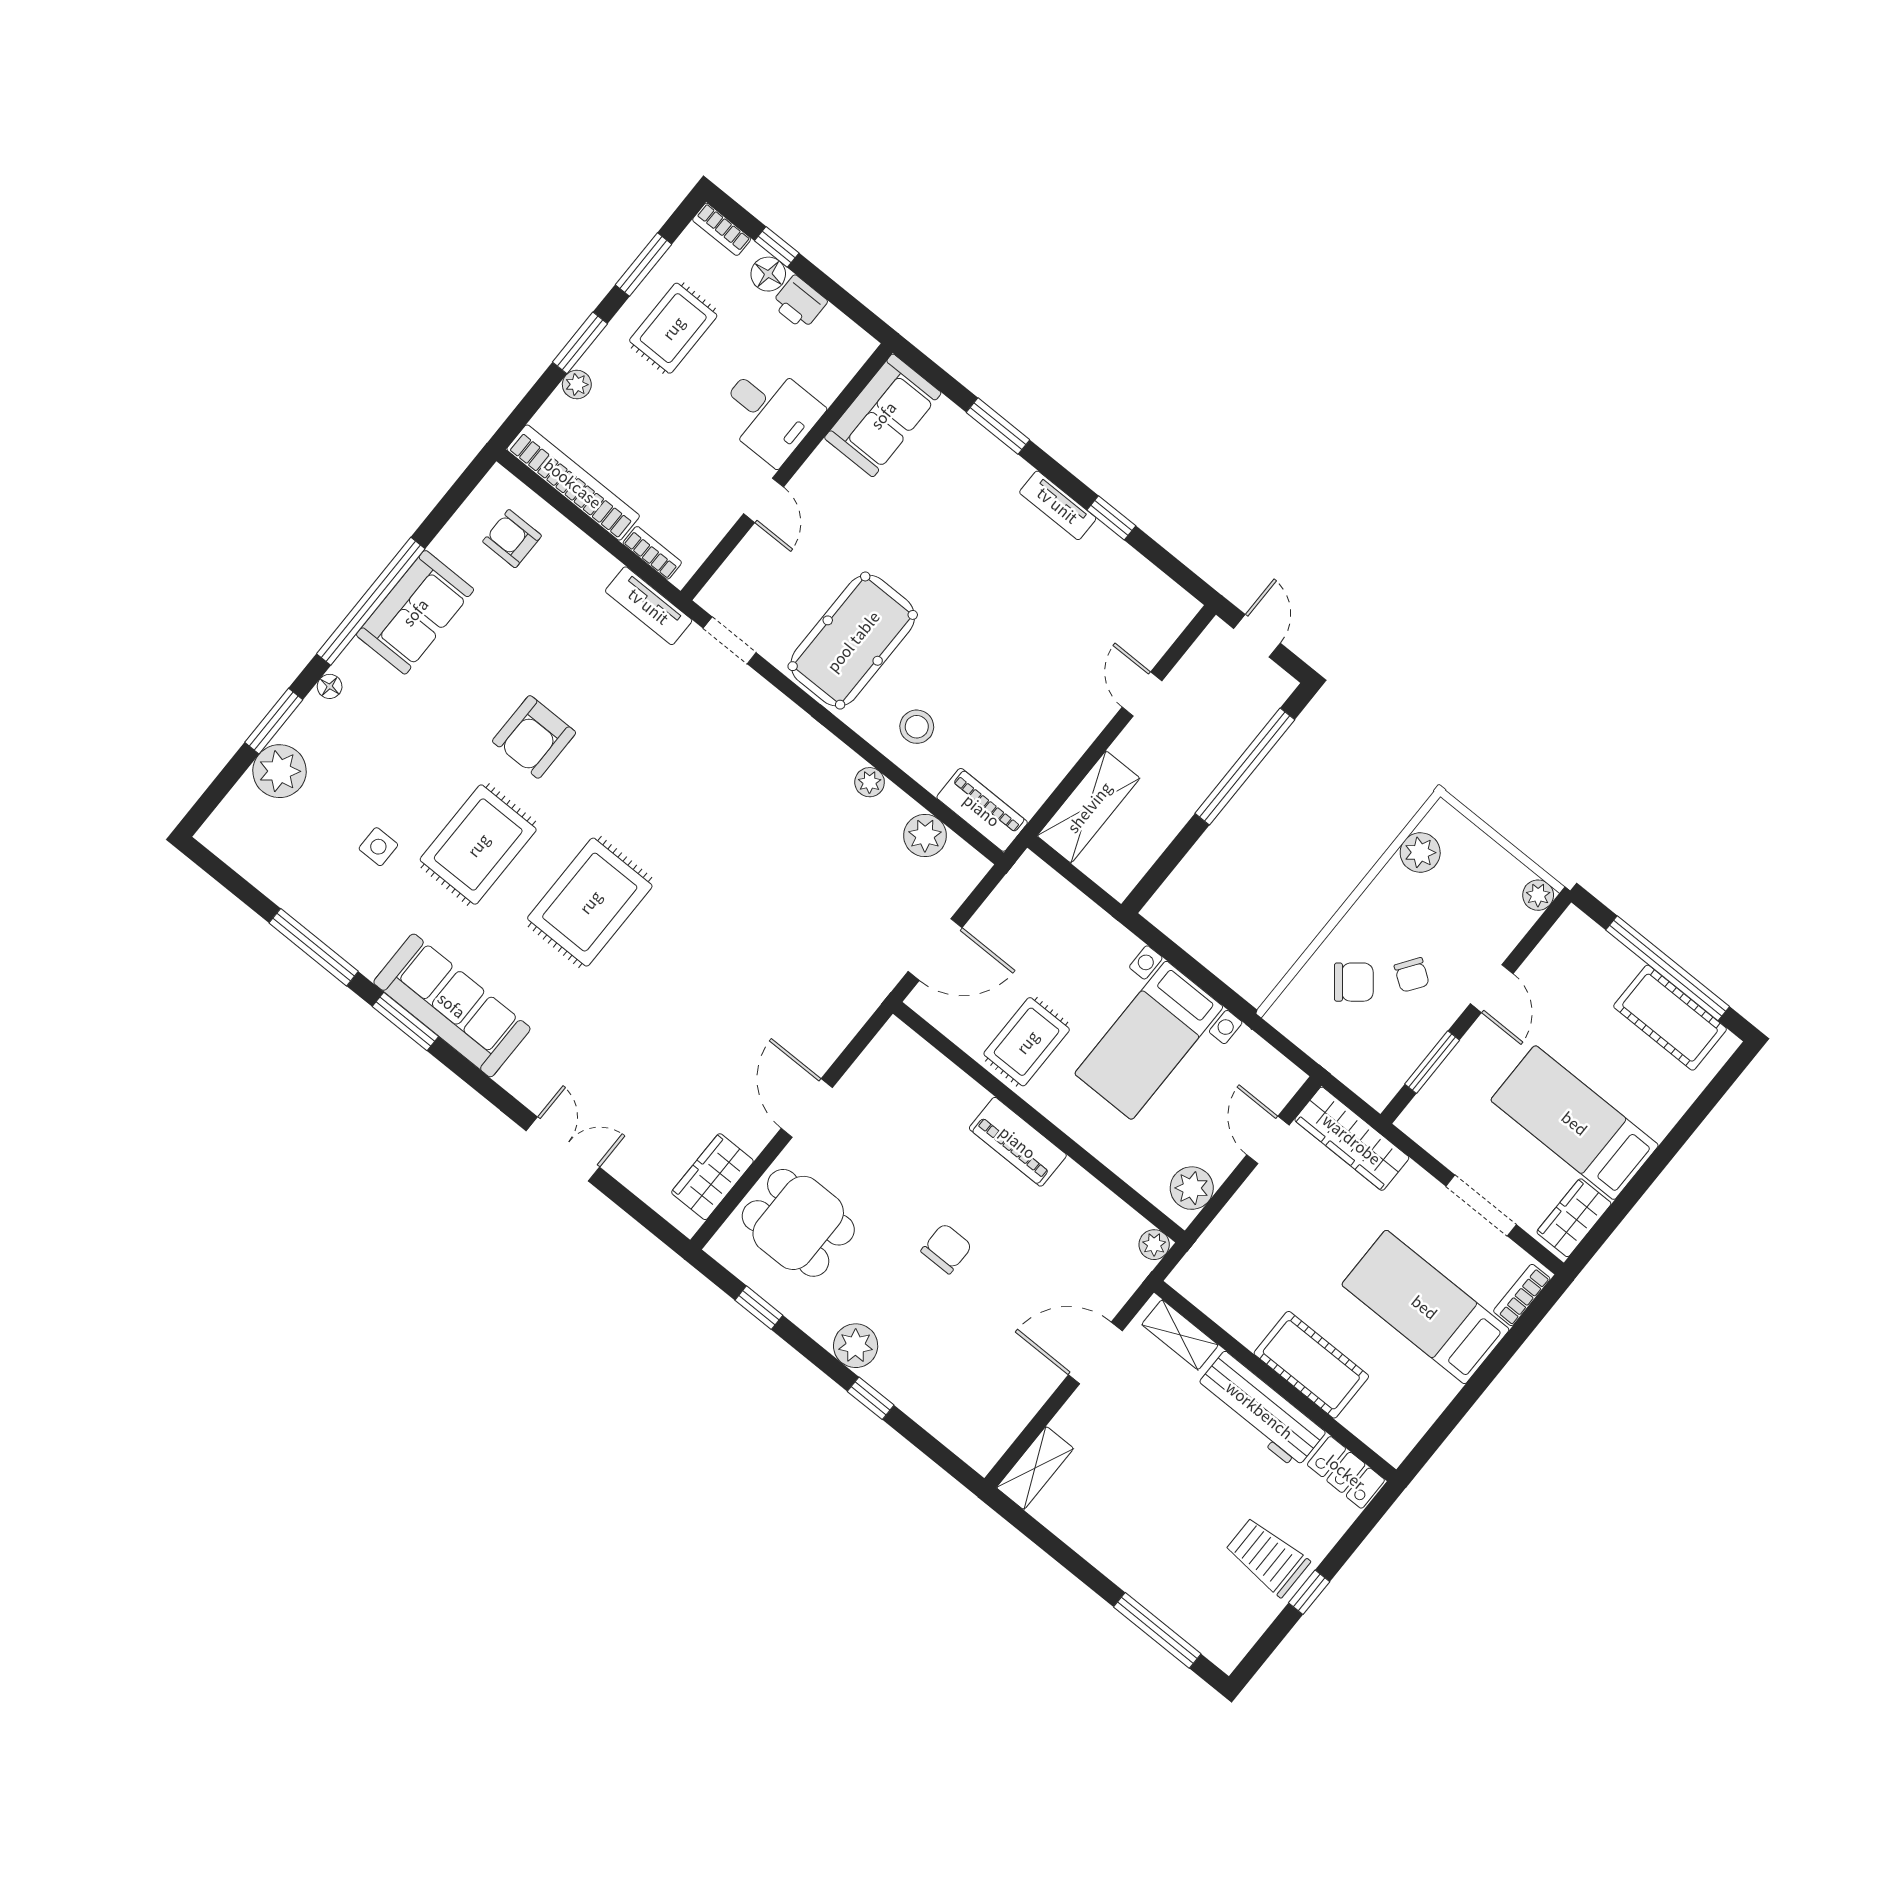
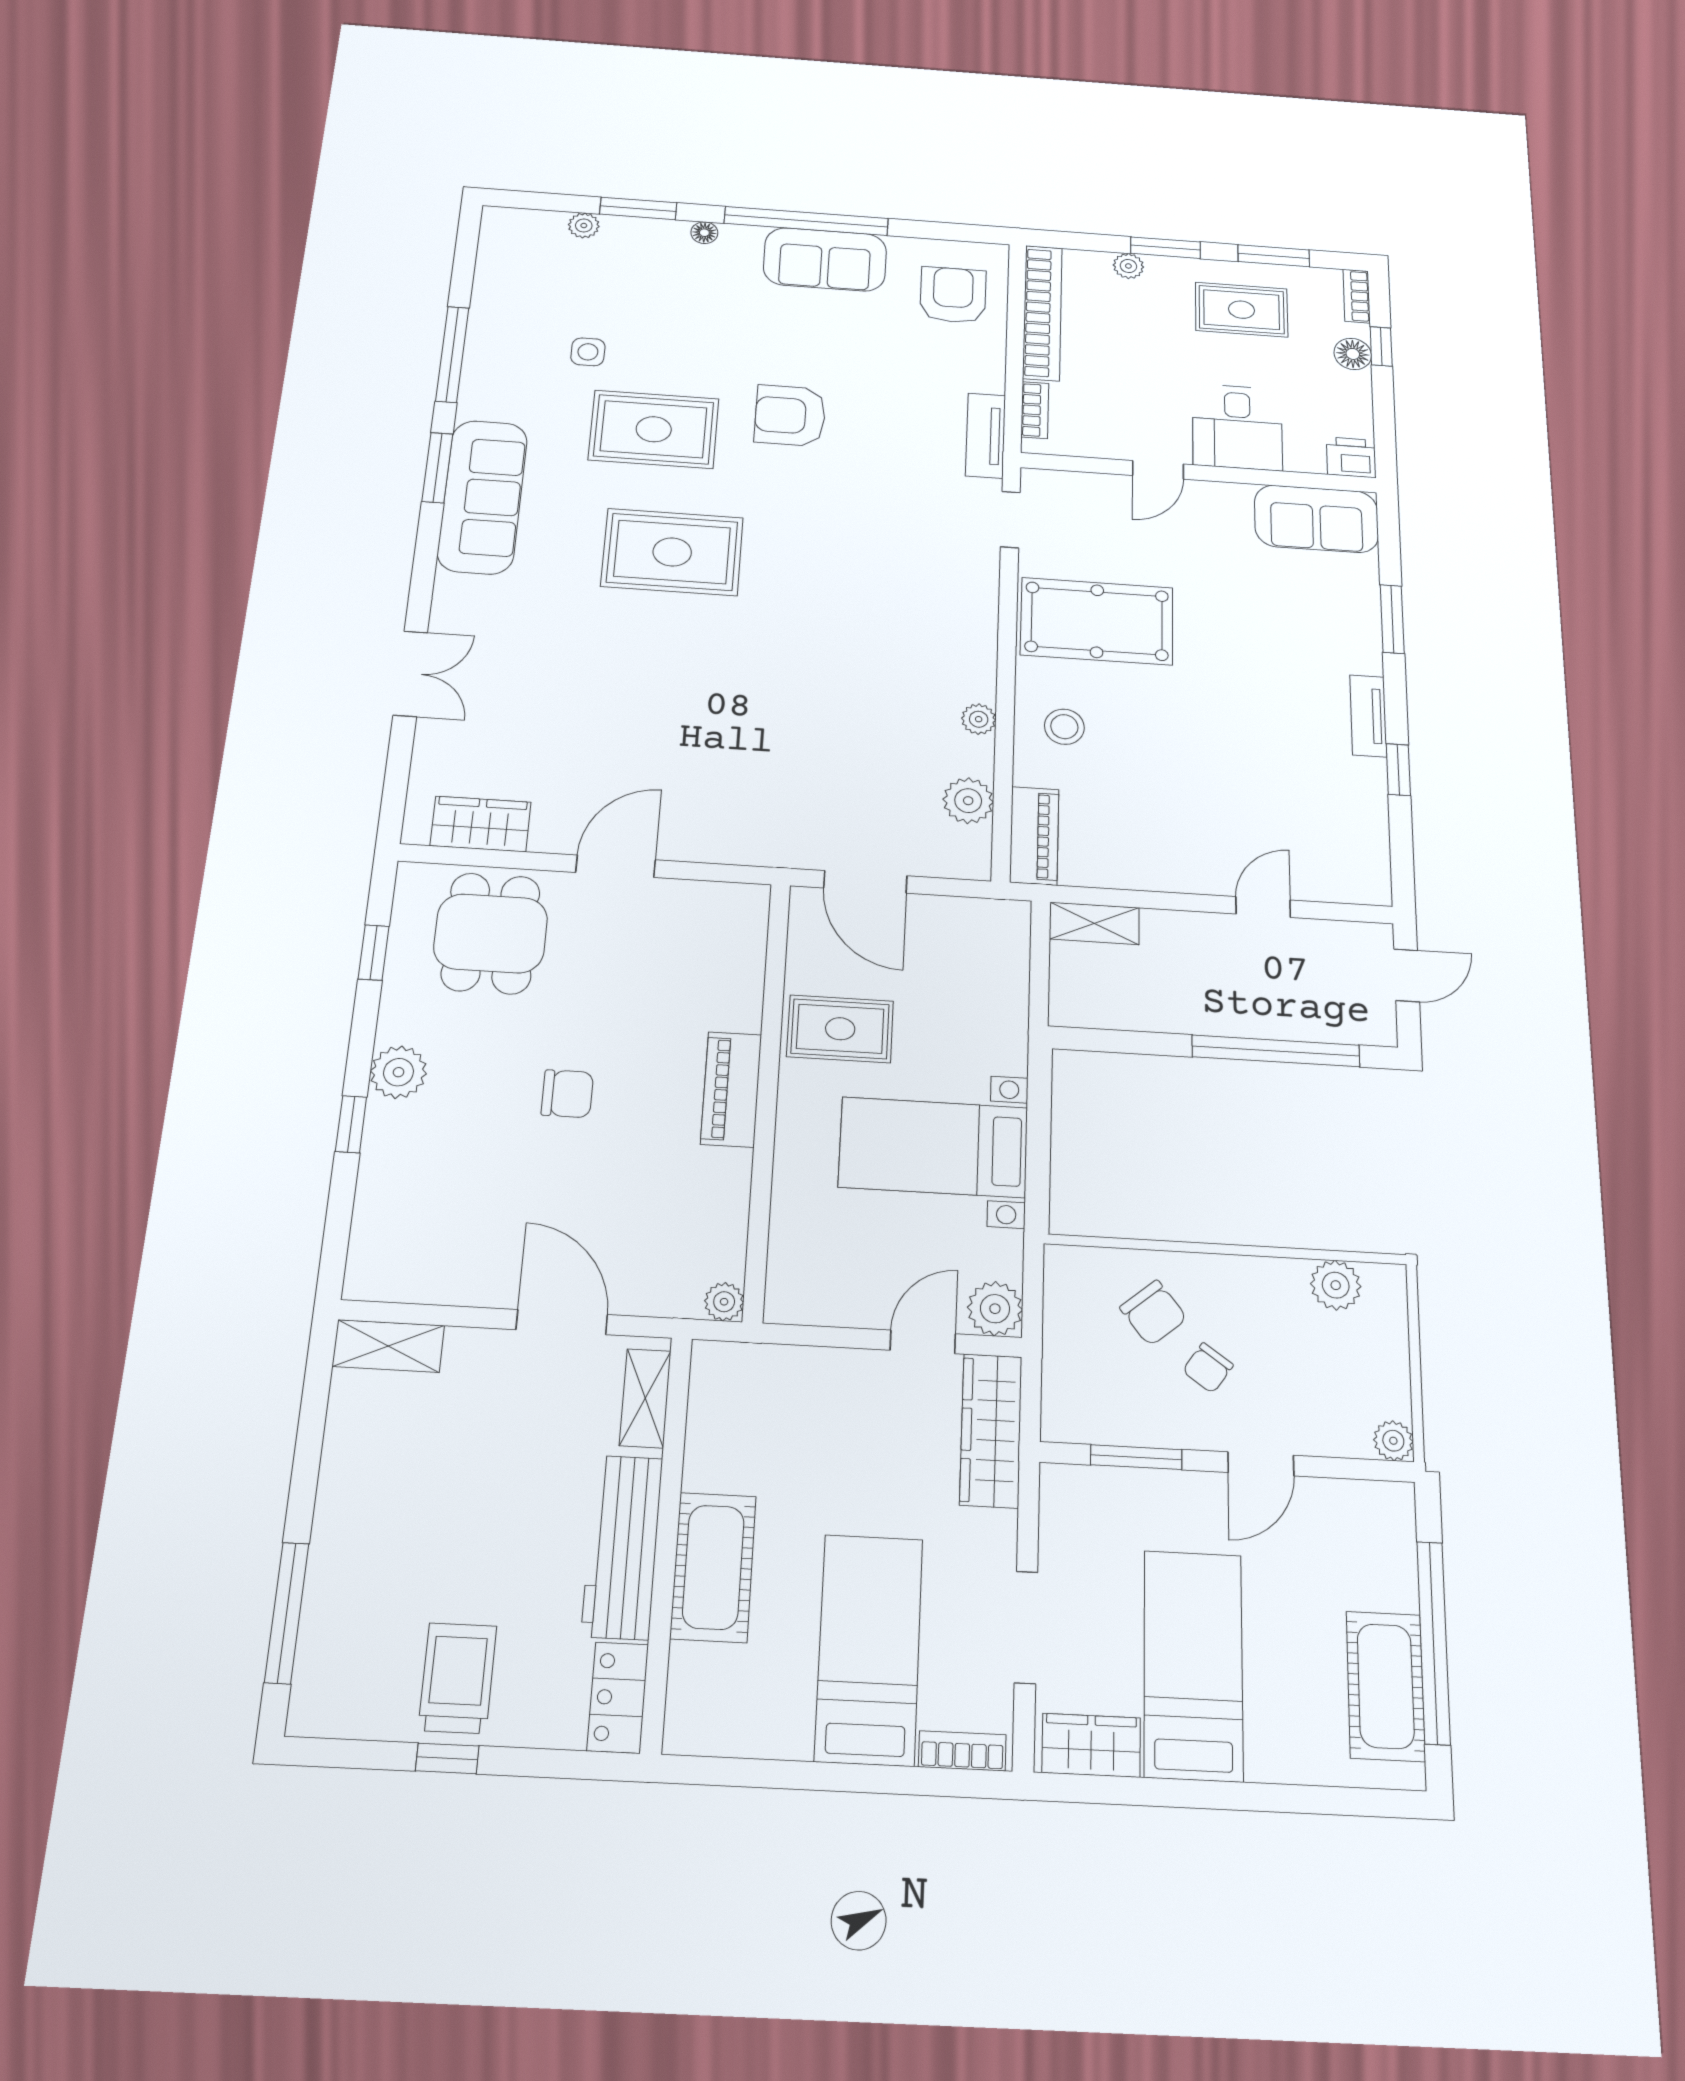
printer: (799, 303) -> (1351, 457), moved, turned 90
armchair: (512, 539) -> (953, 295), width x1.38, depth x1.38
plant: (280, 771) -> (584, 226), width x0.53, depth x0.53
shelving: (1089, 807) -> (1094, 923), width x0.67, depth x0.75
plant: (1192, 1188) -> (995, 1309), moved

